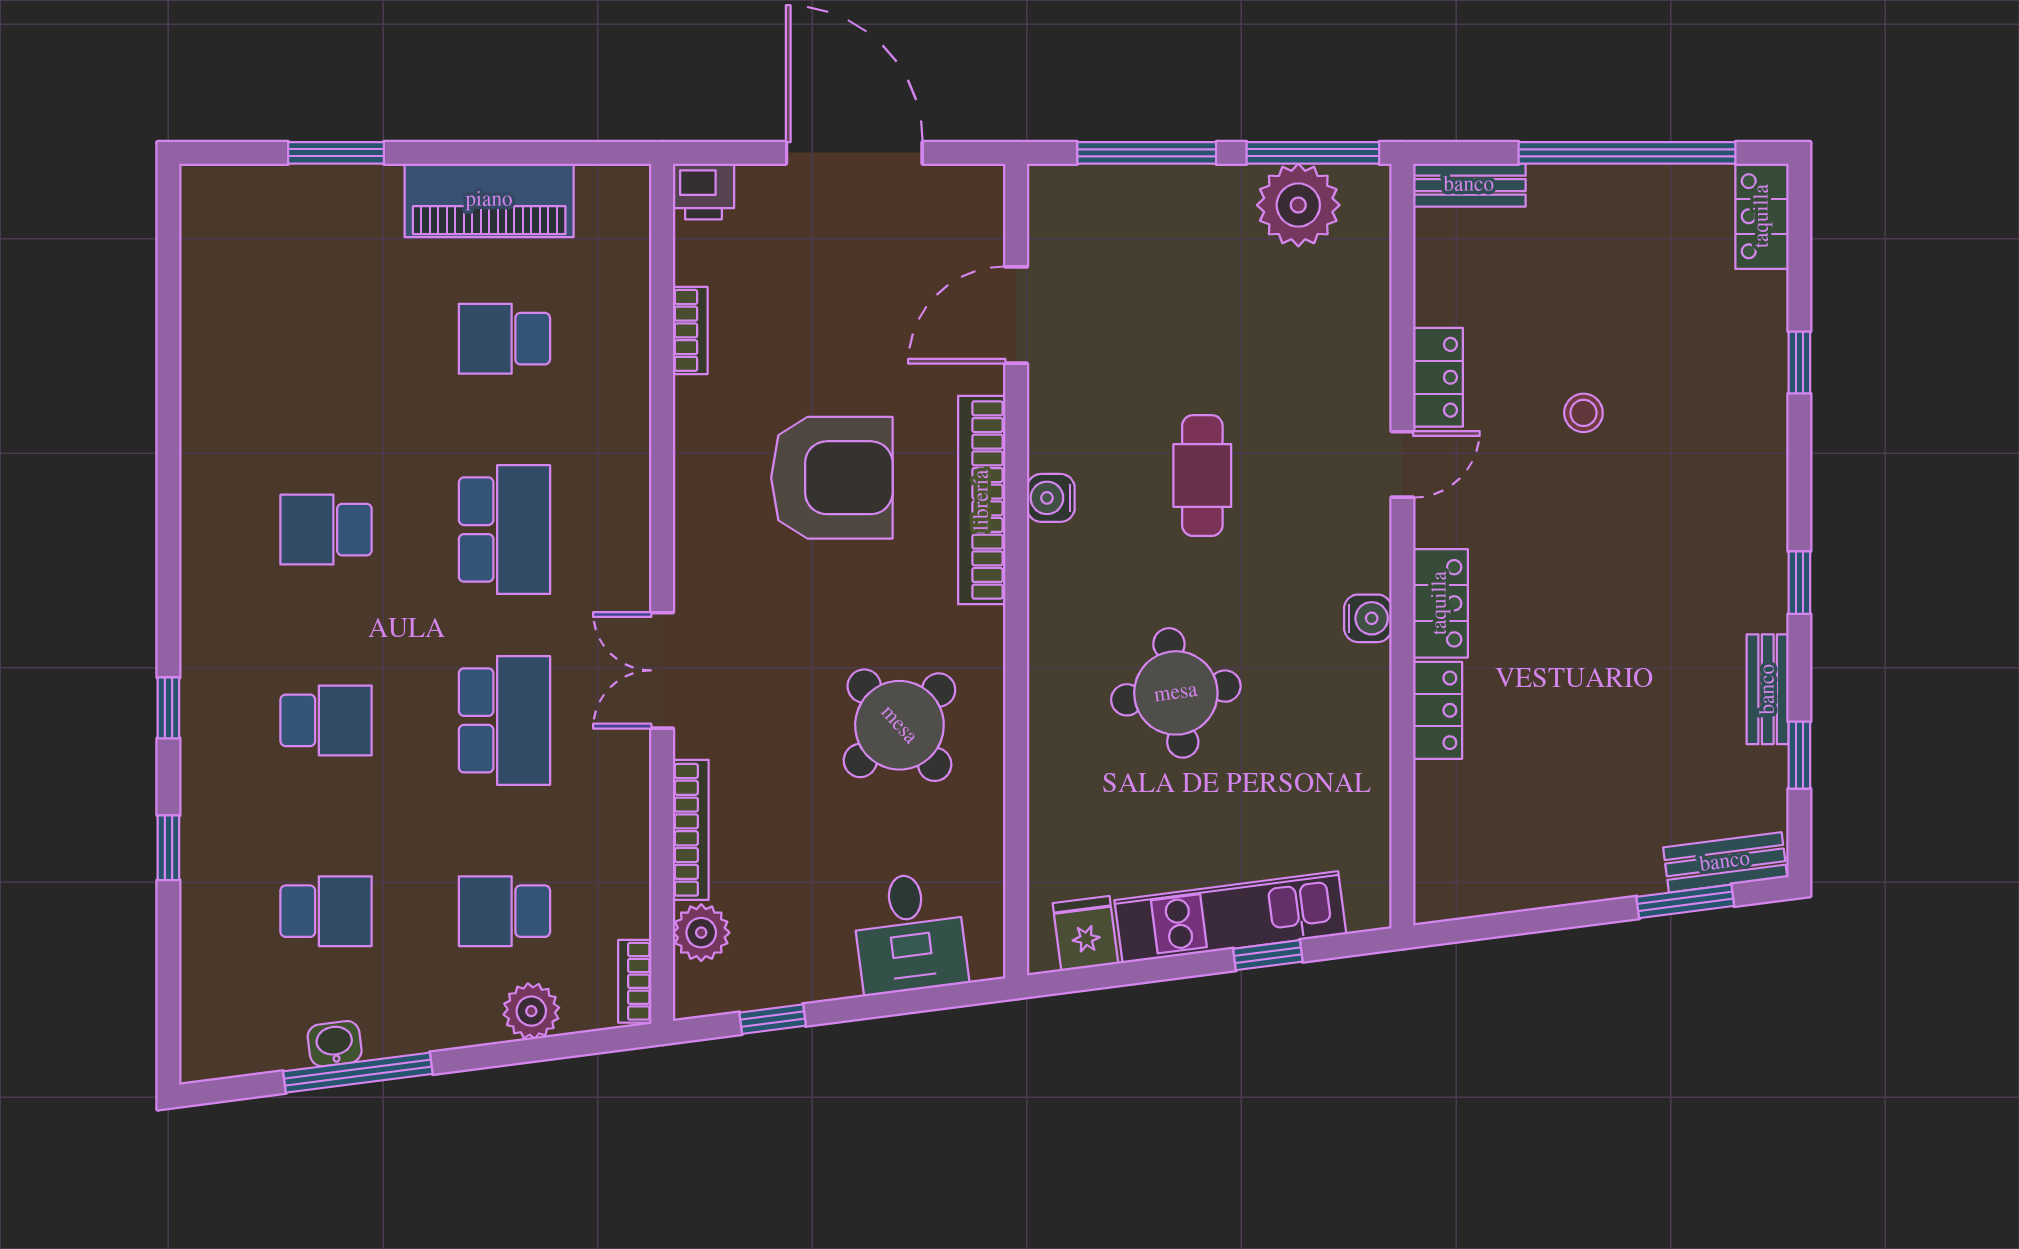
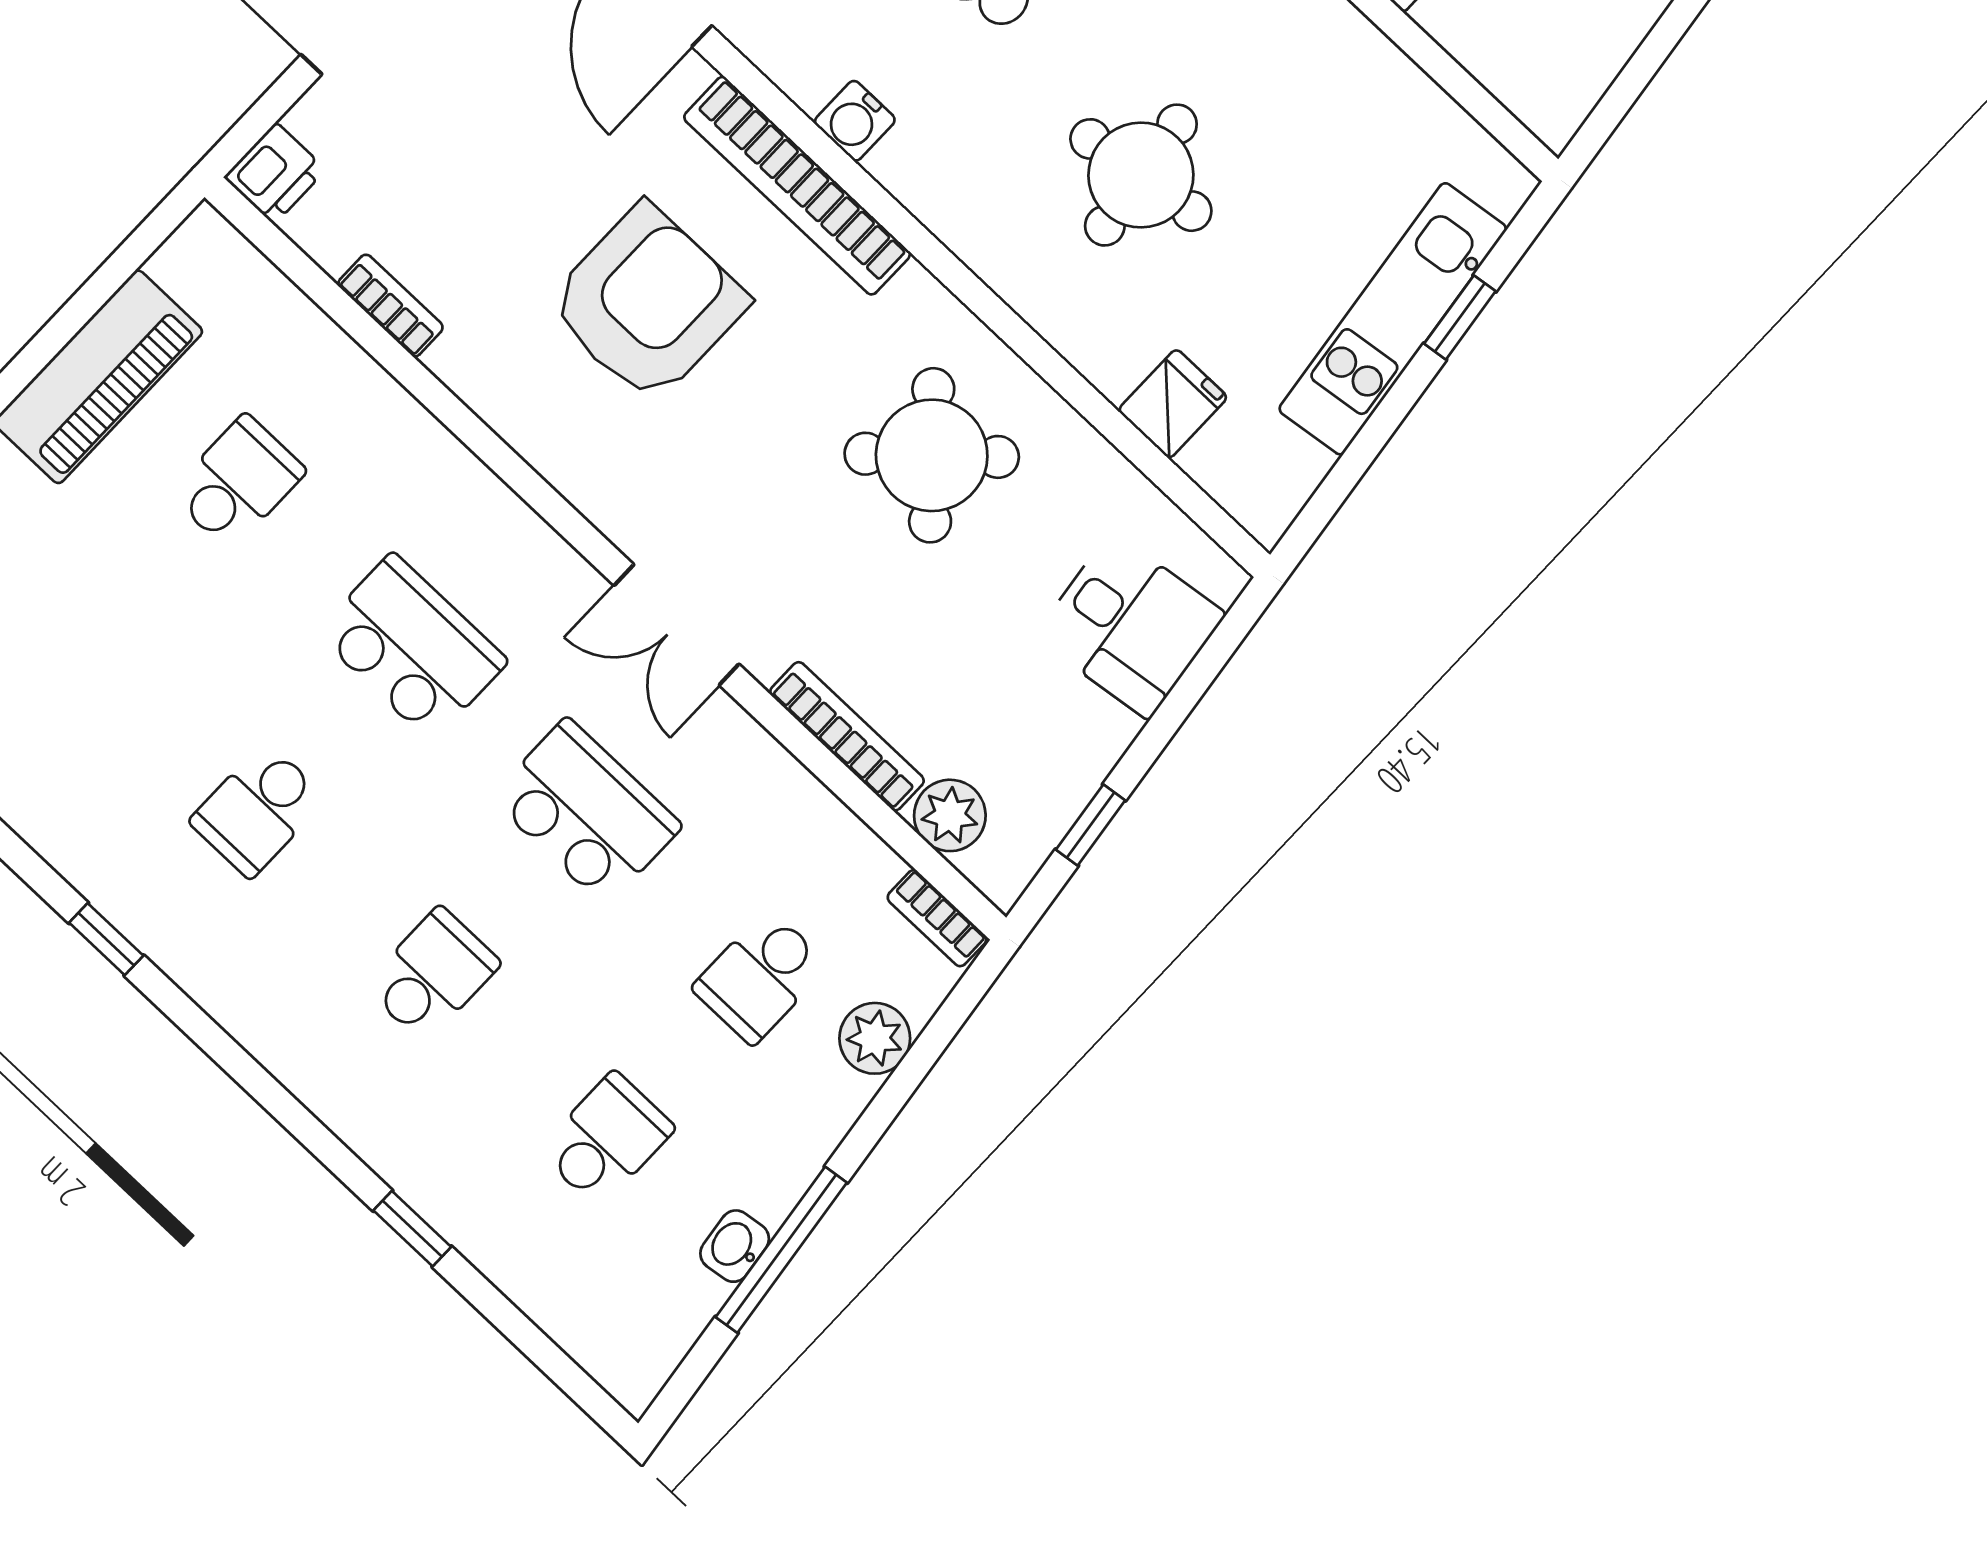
school desk: (504, 339) -> (238, 482), turned 180
window: (168, 708) -> (106, 939), moved
fridge: (1085, 933) -> (1173, 404), moved, turned 97

